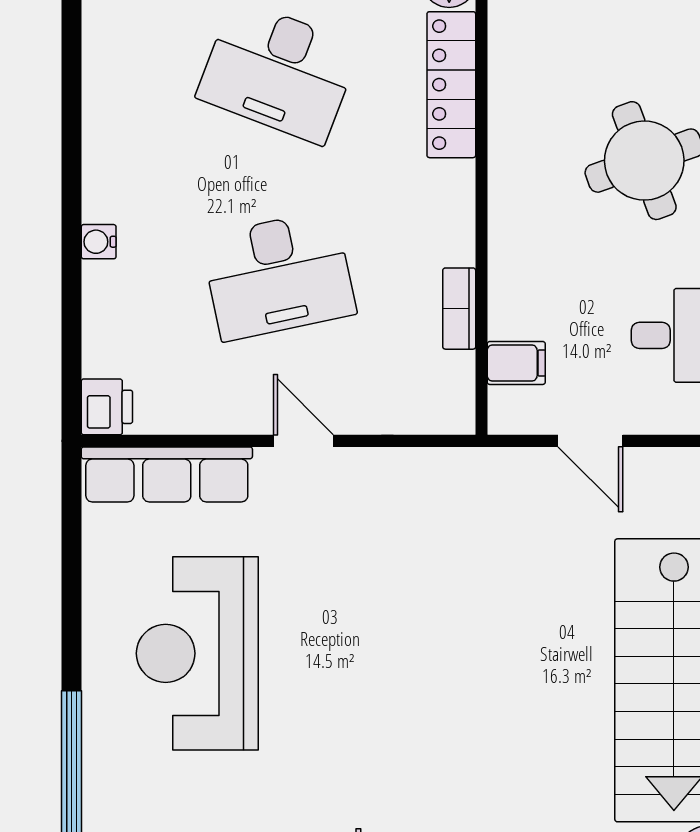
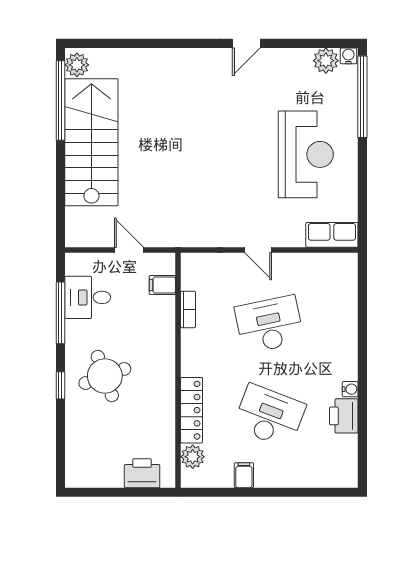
water cooler: (99, 242) -> (350, 389), moved
printer: (107, 407) -> (344, 416), moved, width x1.36, depth x1.24
row of seats: (167, 474) -> (332, 235), width x0.68

